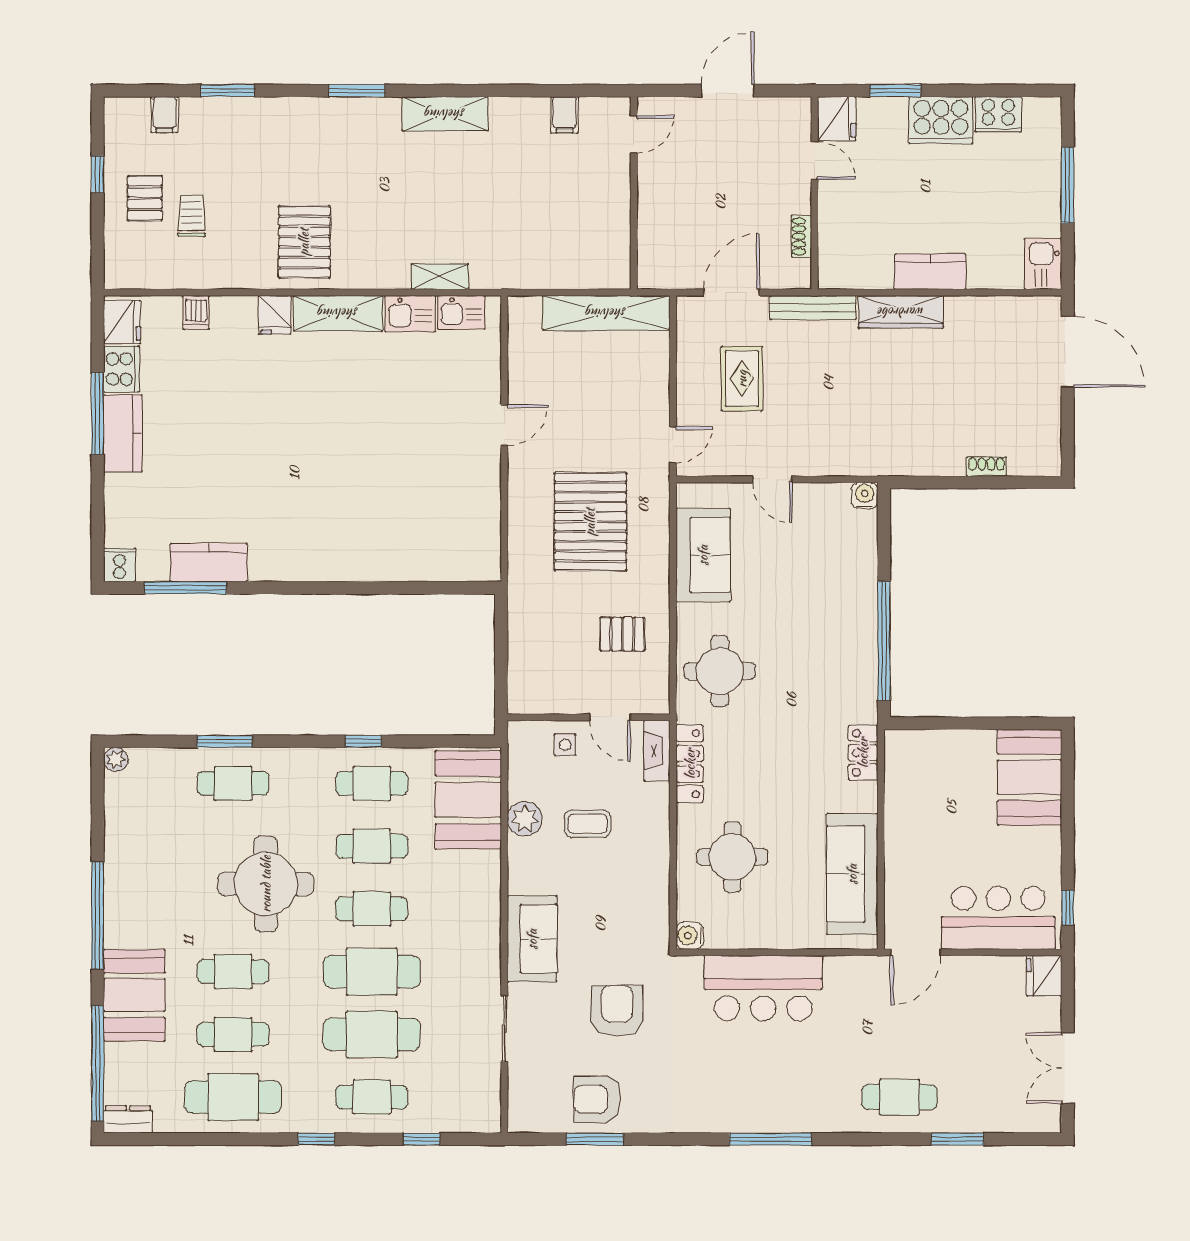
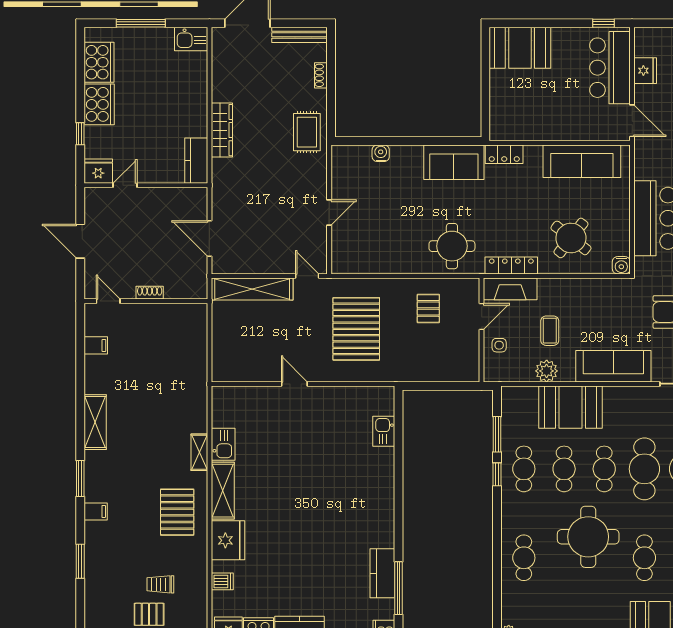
window: (895, 91) -> (80, 134), width x0.67
cooker: (998, 114) -> (99, 62), width x1.37, depth x1.31
filing cabinet: (164, 115) -> (96, 511), moved
shoe rack: (801, 236) -> (150, 293), moved, turned 180
pallet: (304, 242) -> (177, 512), turned 90
kitchen counter: (930, 272) -> (196, 161), moved
shelving: (440, 277) -> (199, 452), moved
bench: (813, 308) -> (300, 35), moved, turned 90
kitchen sink: (461, 313) -> (384, 431), moved, turned 180
shelving: (606, 313) -> (252, 289), moved, turned 90
fridge: (275, 315) -> (228, 540), width x1.88, depth x1.34
rug: (742, 379) -> (307, 132), moved, turned 90
water cooler: (865, 495) -> (381, 153), moved, turned 90
pallet: (590, 522) -> (356, 329), turned 90
sofa: (703, 555) -> (454, 162), moved, turned 180
window: (884, 641) -> (433, 141), removed
window: (225, 741) -> (497, 434), moved
fireplace: (657, 751) -> (510, 289), width x1.37, depth x1.32
booth: (468, 800) -> (570, 407), moved
round table: (732, 857) -> (571, 238), turned 38
sofa: (532, 939) -> (613, 366), width x1.36
fridge: (1044, 976) -> (645, 71), moved, turned -90

